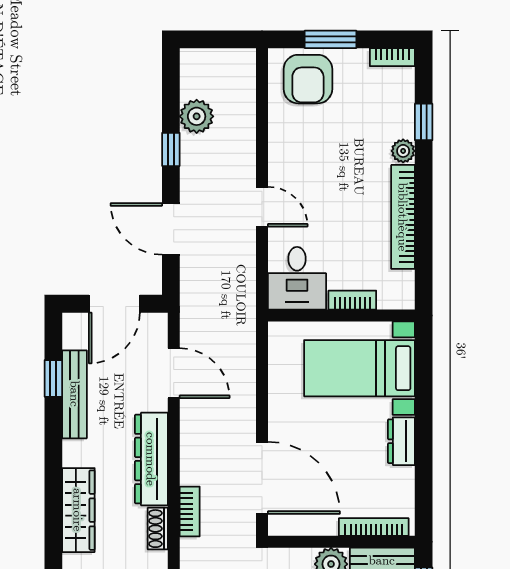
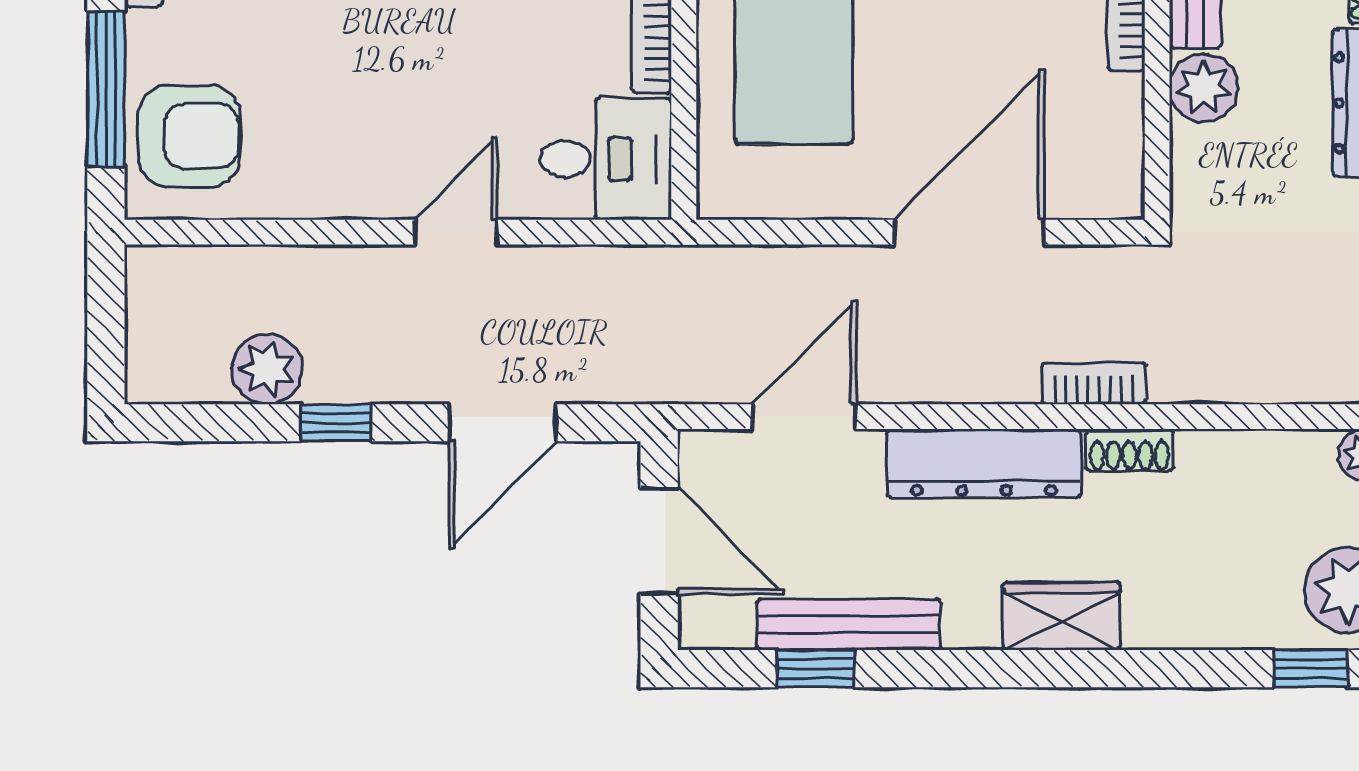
window: (330, 39) -> (106, 89), width x1.44
door: (262, 478) -> (969, 232), moved
wardrobe: (78, 510) -> (1061, 616), width x0.67

